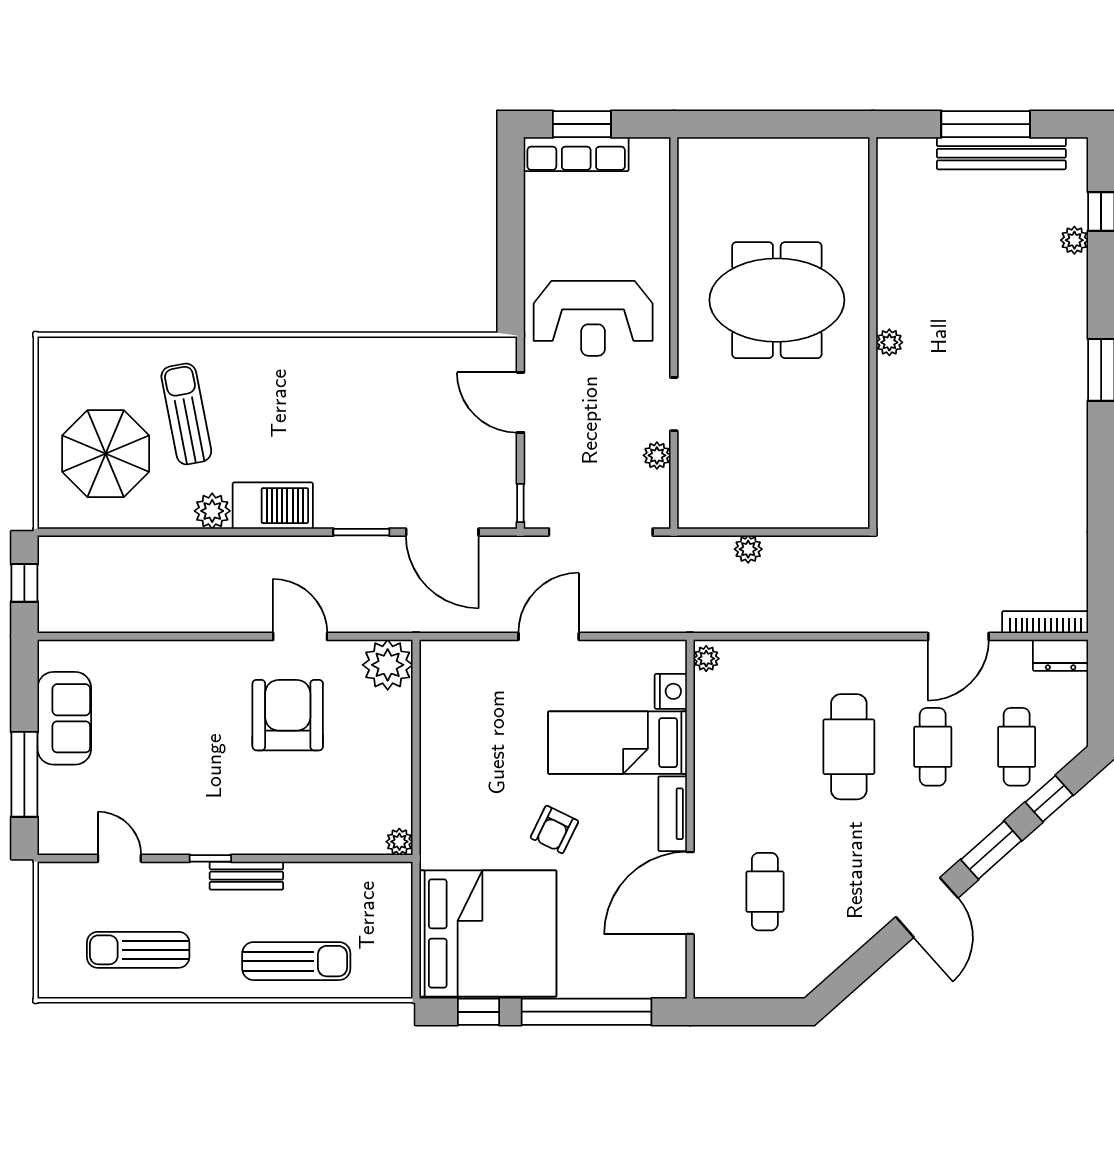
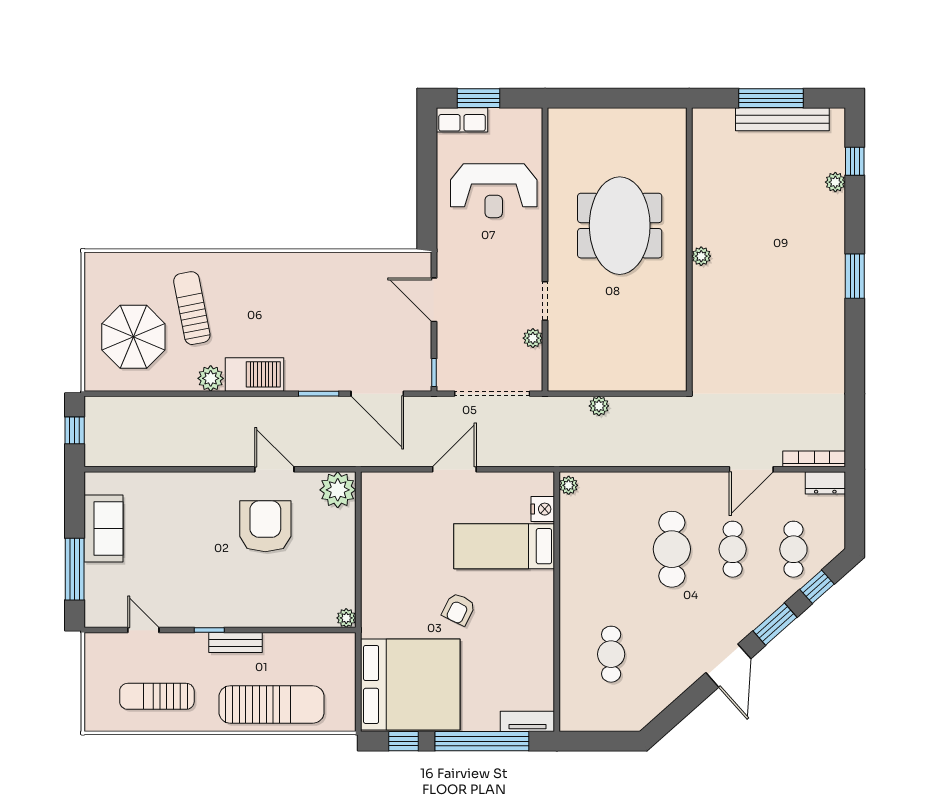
row of seats: (576, 154) -> (462, 120), width x0.68
meeting table: (777, 300) -> (620, 226), turned 90
reception desk: (593, 318) -> (494, 191), moved
tv unit: (673, 814) -> (527, 721), moved, turned 90
door: (690, 893) -> (557, 655), removed
sun lounger: (296, 961) -> (272, 704), width x1.36, depth x1.34

